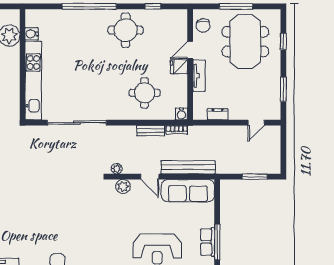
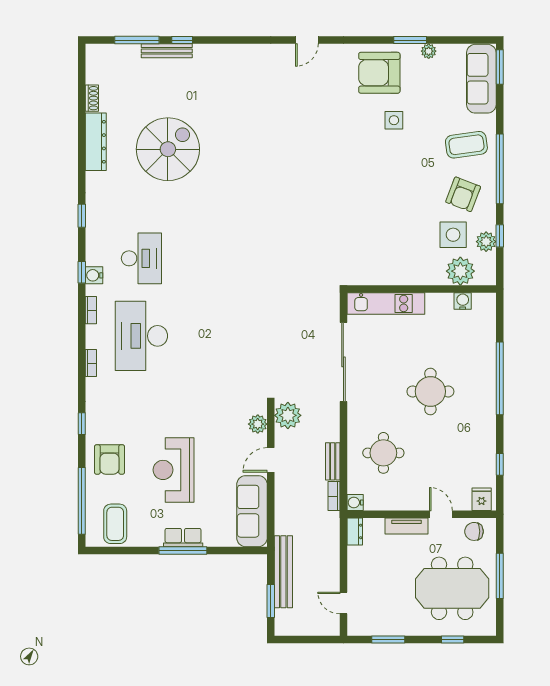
round table: (126, 30) -> (430, 391), moved
fridge: (179, 67) -> (482, 499), moved
kitchen unit: (33, 81) -> (386, 303), width x0.73
dresser: (218, 114) -> (355, 531), moved
bench: (188, 167) -> (283, 572), moved
plant: (117, 169) -> (288, 415), width x1.88, depth x1.88

